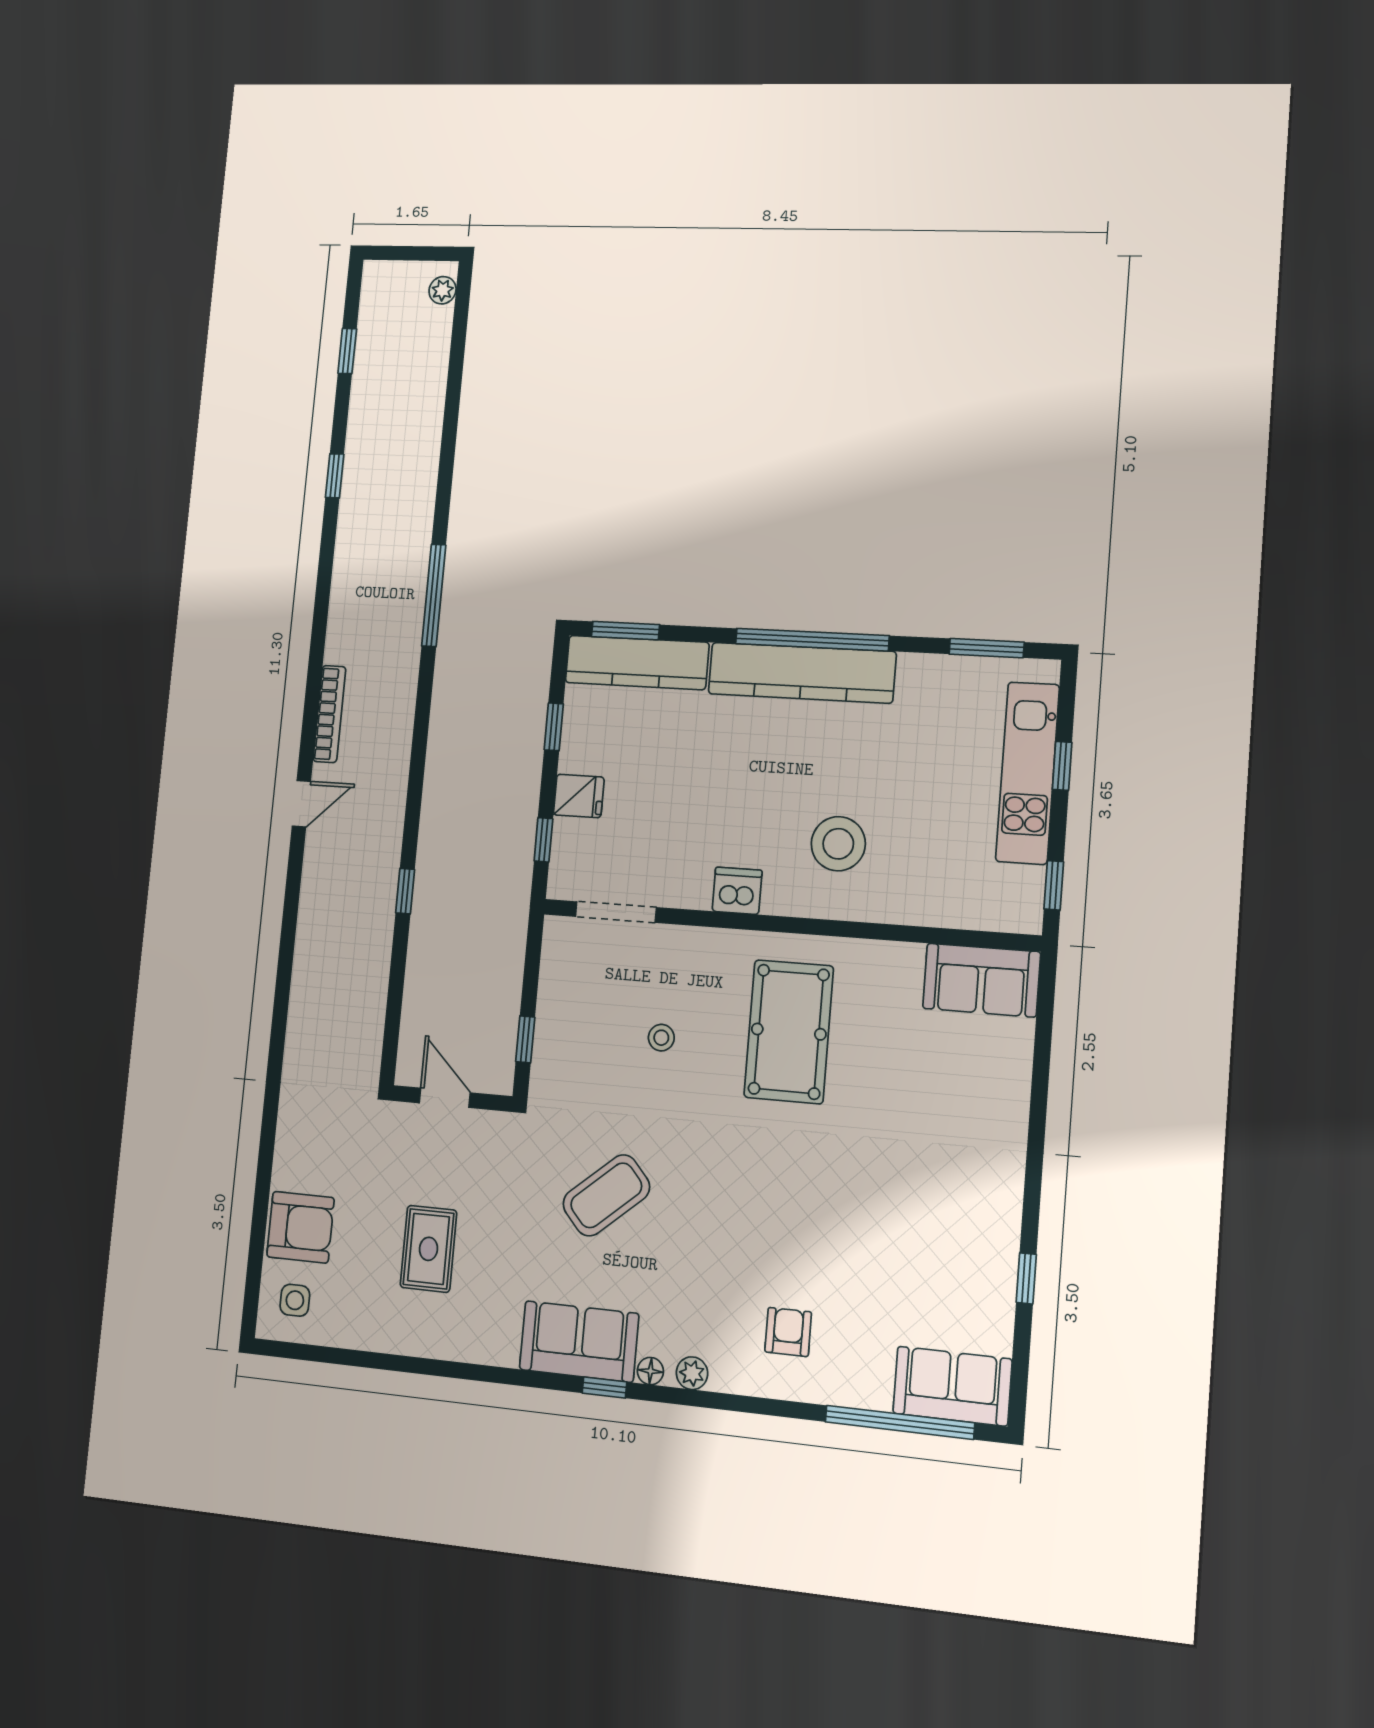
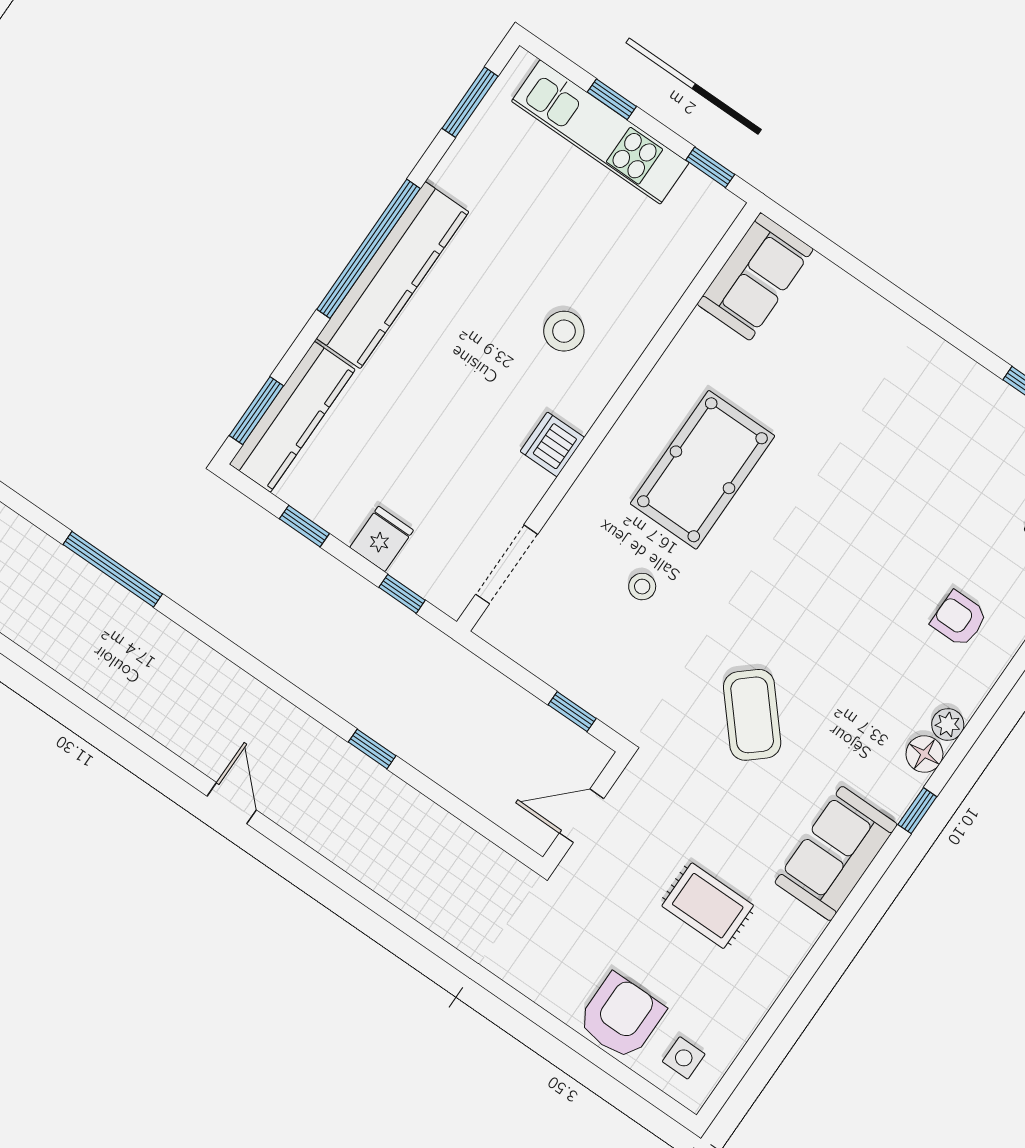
bookcase: (329, 714) -> (163, 730), removed
stool: (838, 844) -> (564, 331), width x0.73, depth x0.73
pool table: (789, 1032) -> (702, 470), turned 90
sofa: (579, 1342) -> (836, 854), moved
floor lamp: (650, 1371) -> (924, 754), width x1.37, depth x1.37

